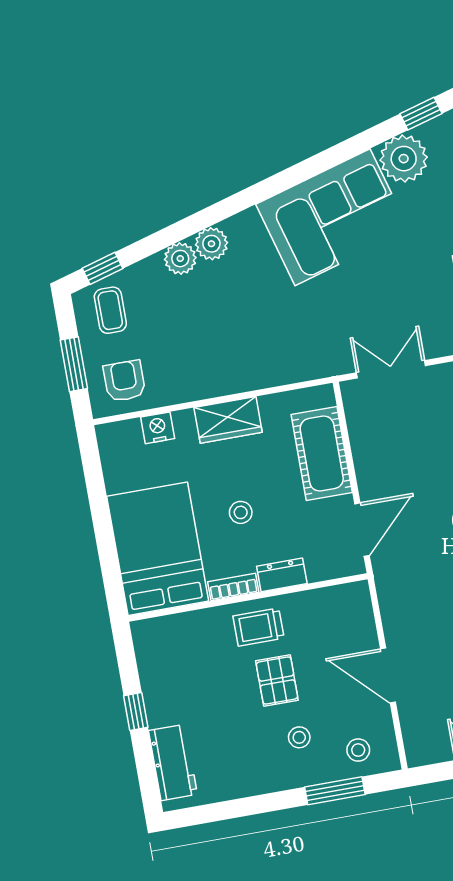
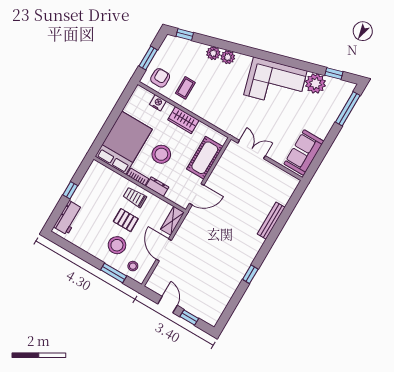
coffee table: (110, 310) -> (185, 88), moved
stool: (241, 512) -> (161, 154), width x1.89, depth x1.89
shelving: (359, 612) -> (172, 221), added
pallet: (277, 680) -> (126, 220), turned 90
stool: (299, 737) -> (117, 245), width x1.89, depth x1.89

